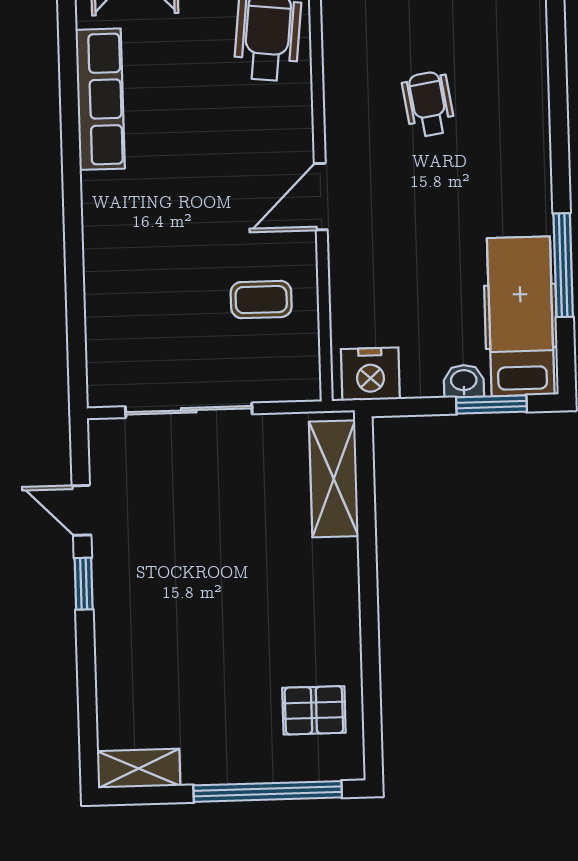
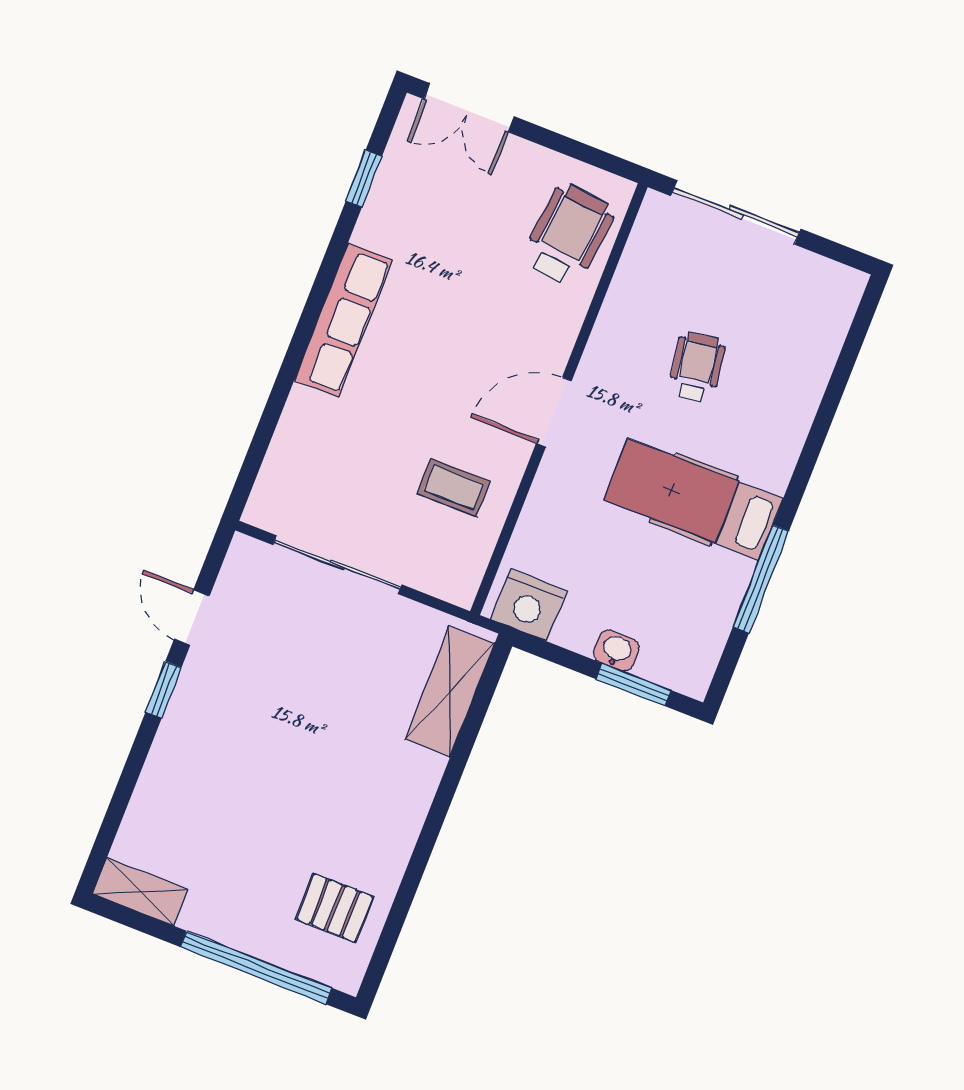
window: (68, 64) -> (364, 179), added
row of seats: (100, 99) -> (343, 320), moved
hospital bed: (521, 316) -> (693, 499), moved, turned -90

